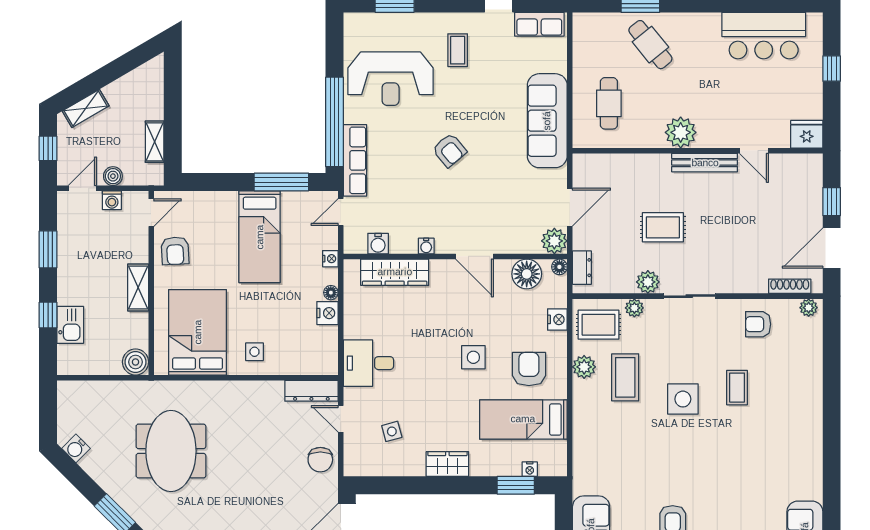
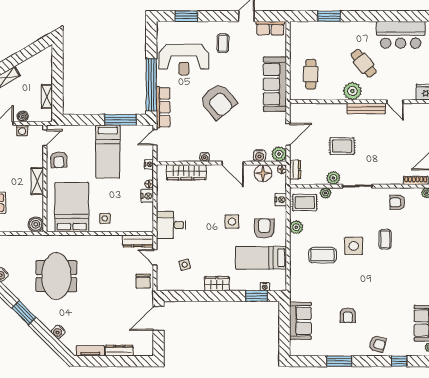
cafe table: (650, 45) -> (364, 63), moved
armchair: (449, 150) -> (218, 101), width x1.88, depth x1.88
water cooler: (378, 244) -> (259, 156), moved
coffee table: (625, 377) -> (322, 255), moved, turned 90

